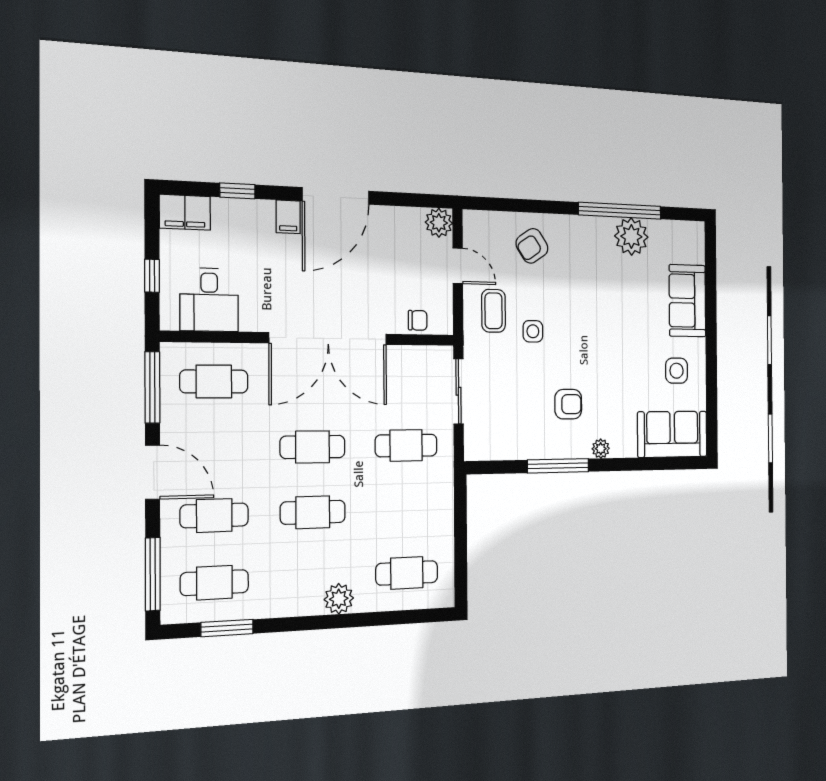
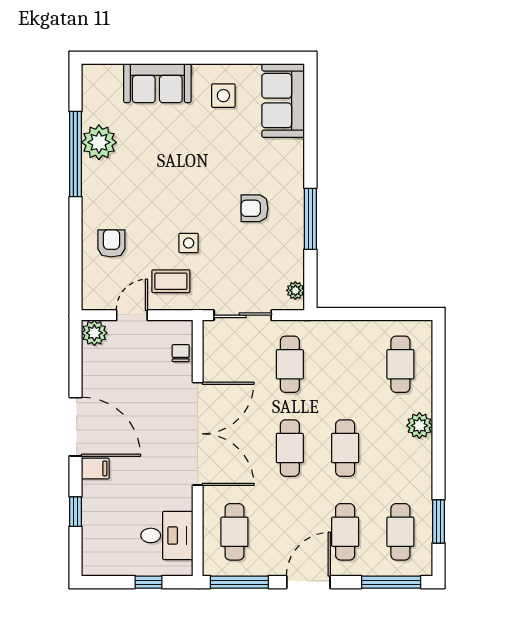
filing cabinet: (185, 212) -> (95, 555), removed
armchair: (532, 246) -> (111, 243), turned -146
armchair: (568, 404) -> (254, 208), turned -90
plant: (601, 449) -> (295, 290), moved

